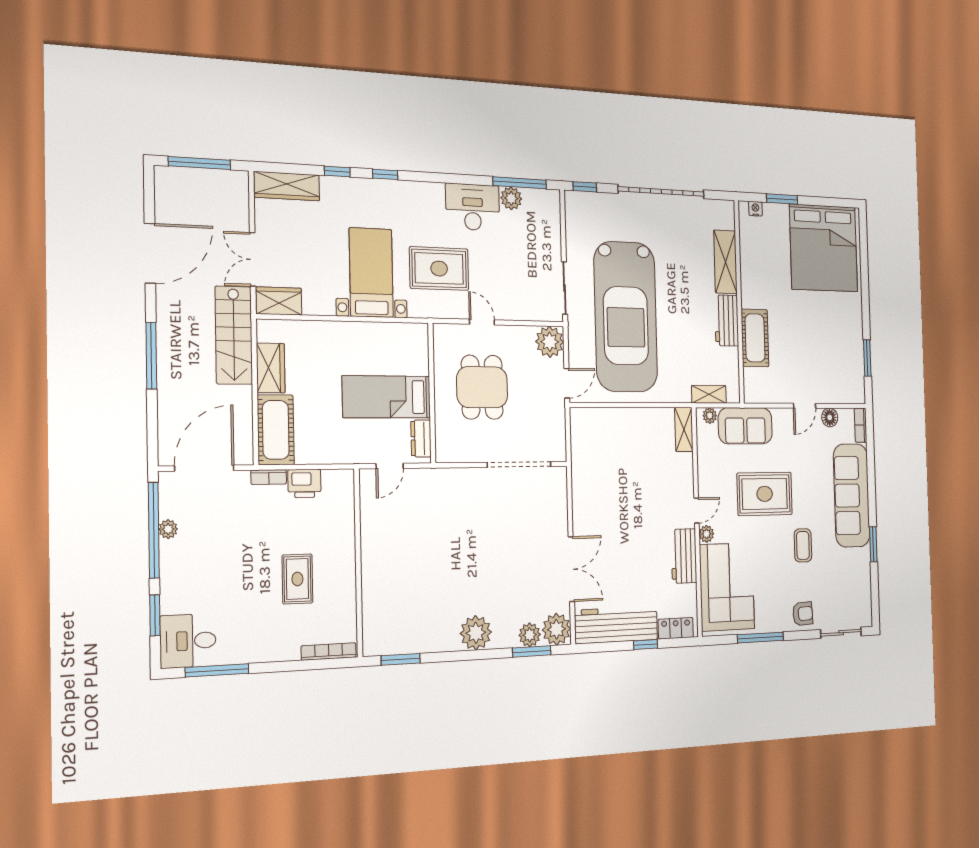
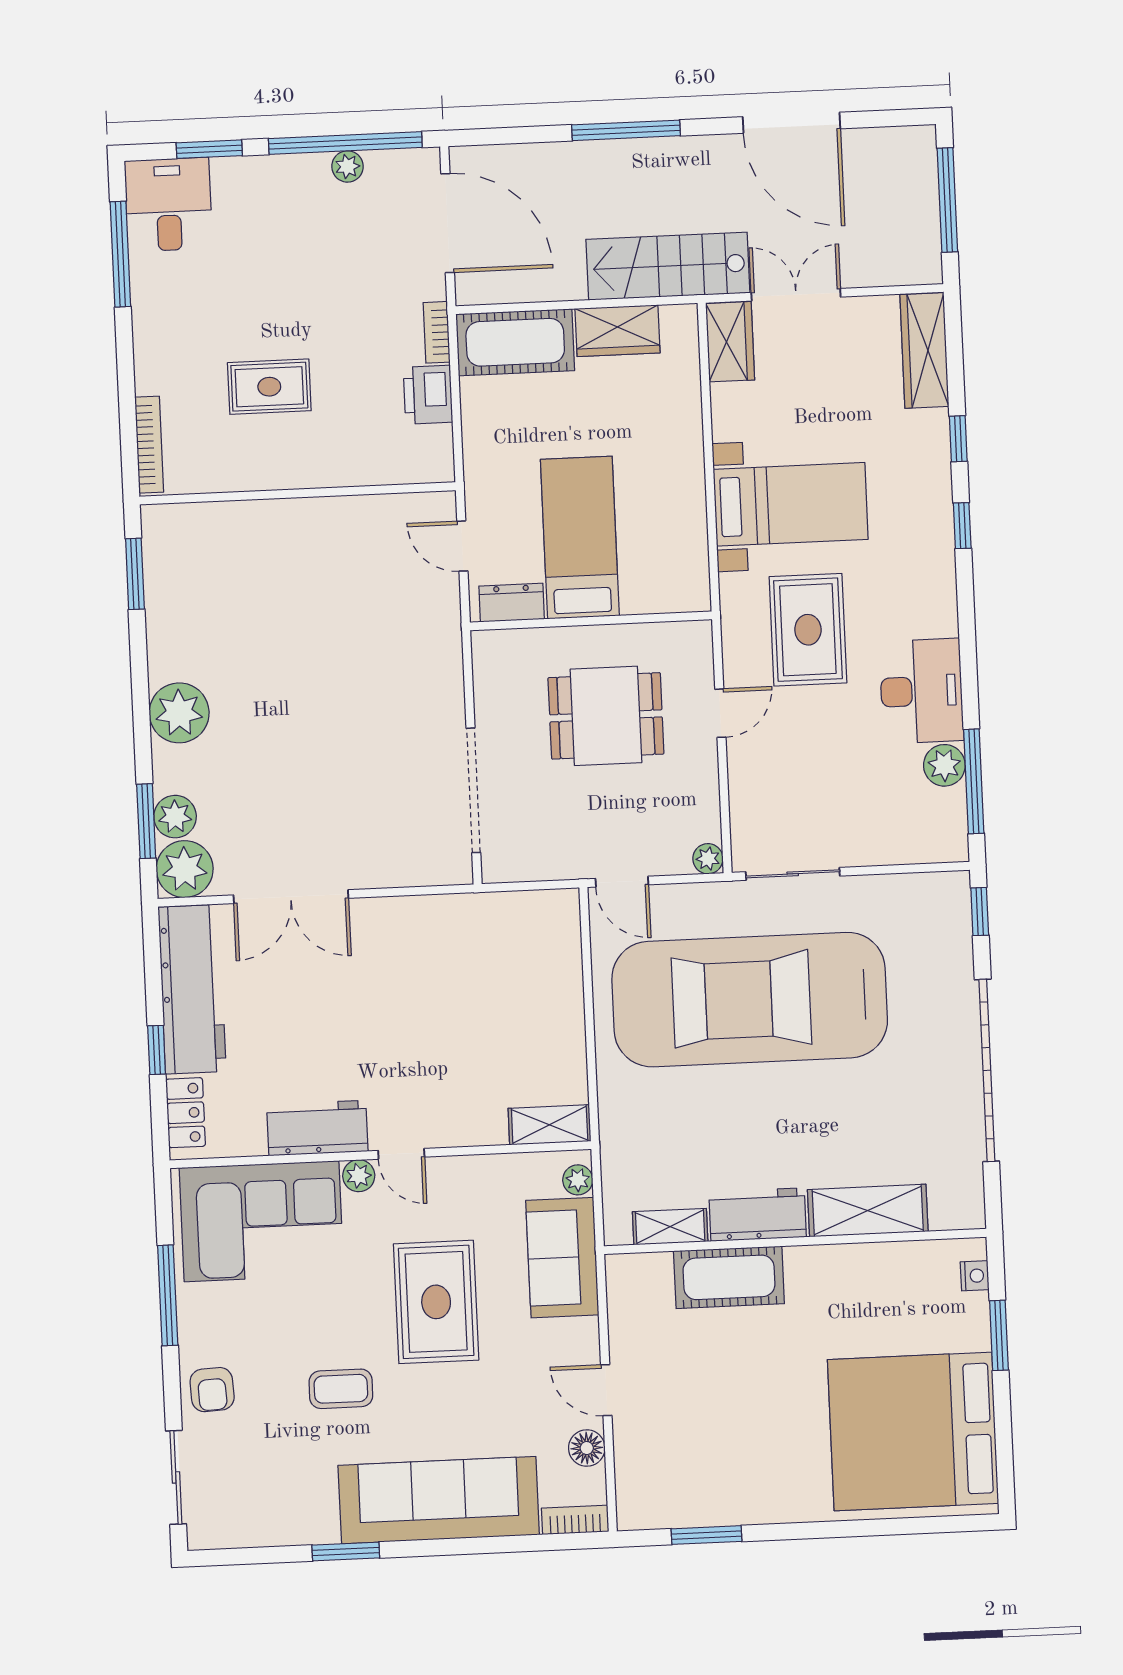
plant: (550, 342) -> (708, 859), width x0.53, depth x0.53
shelving: (709, 394) -> (670, 1227), moved, turned 90

